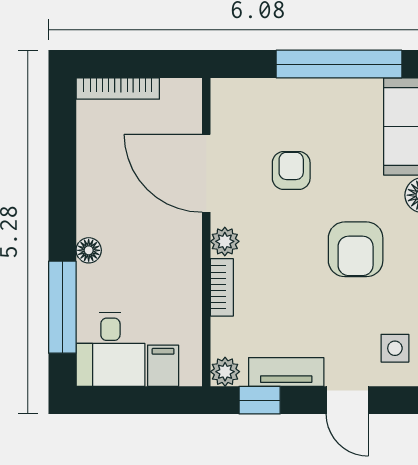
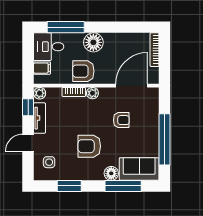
door: (206, 173) -> (132, 86), moved
floor lamp: (89, 250) -> (93, 42), width x1.89, depth x1.89
armchair: (171, 264) -> (83, 71), added

